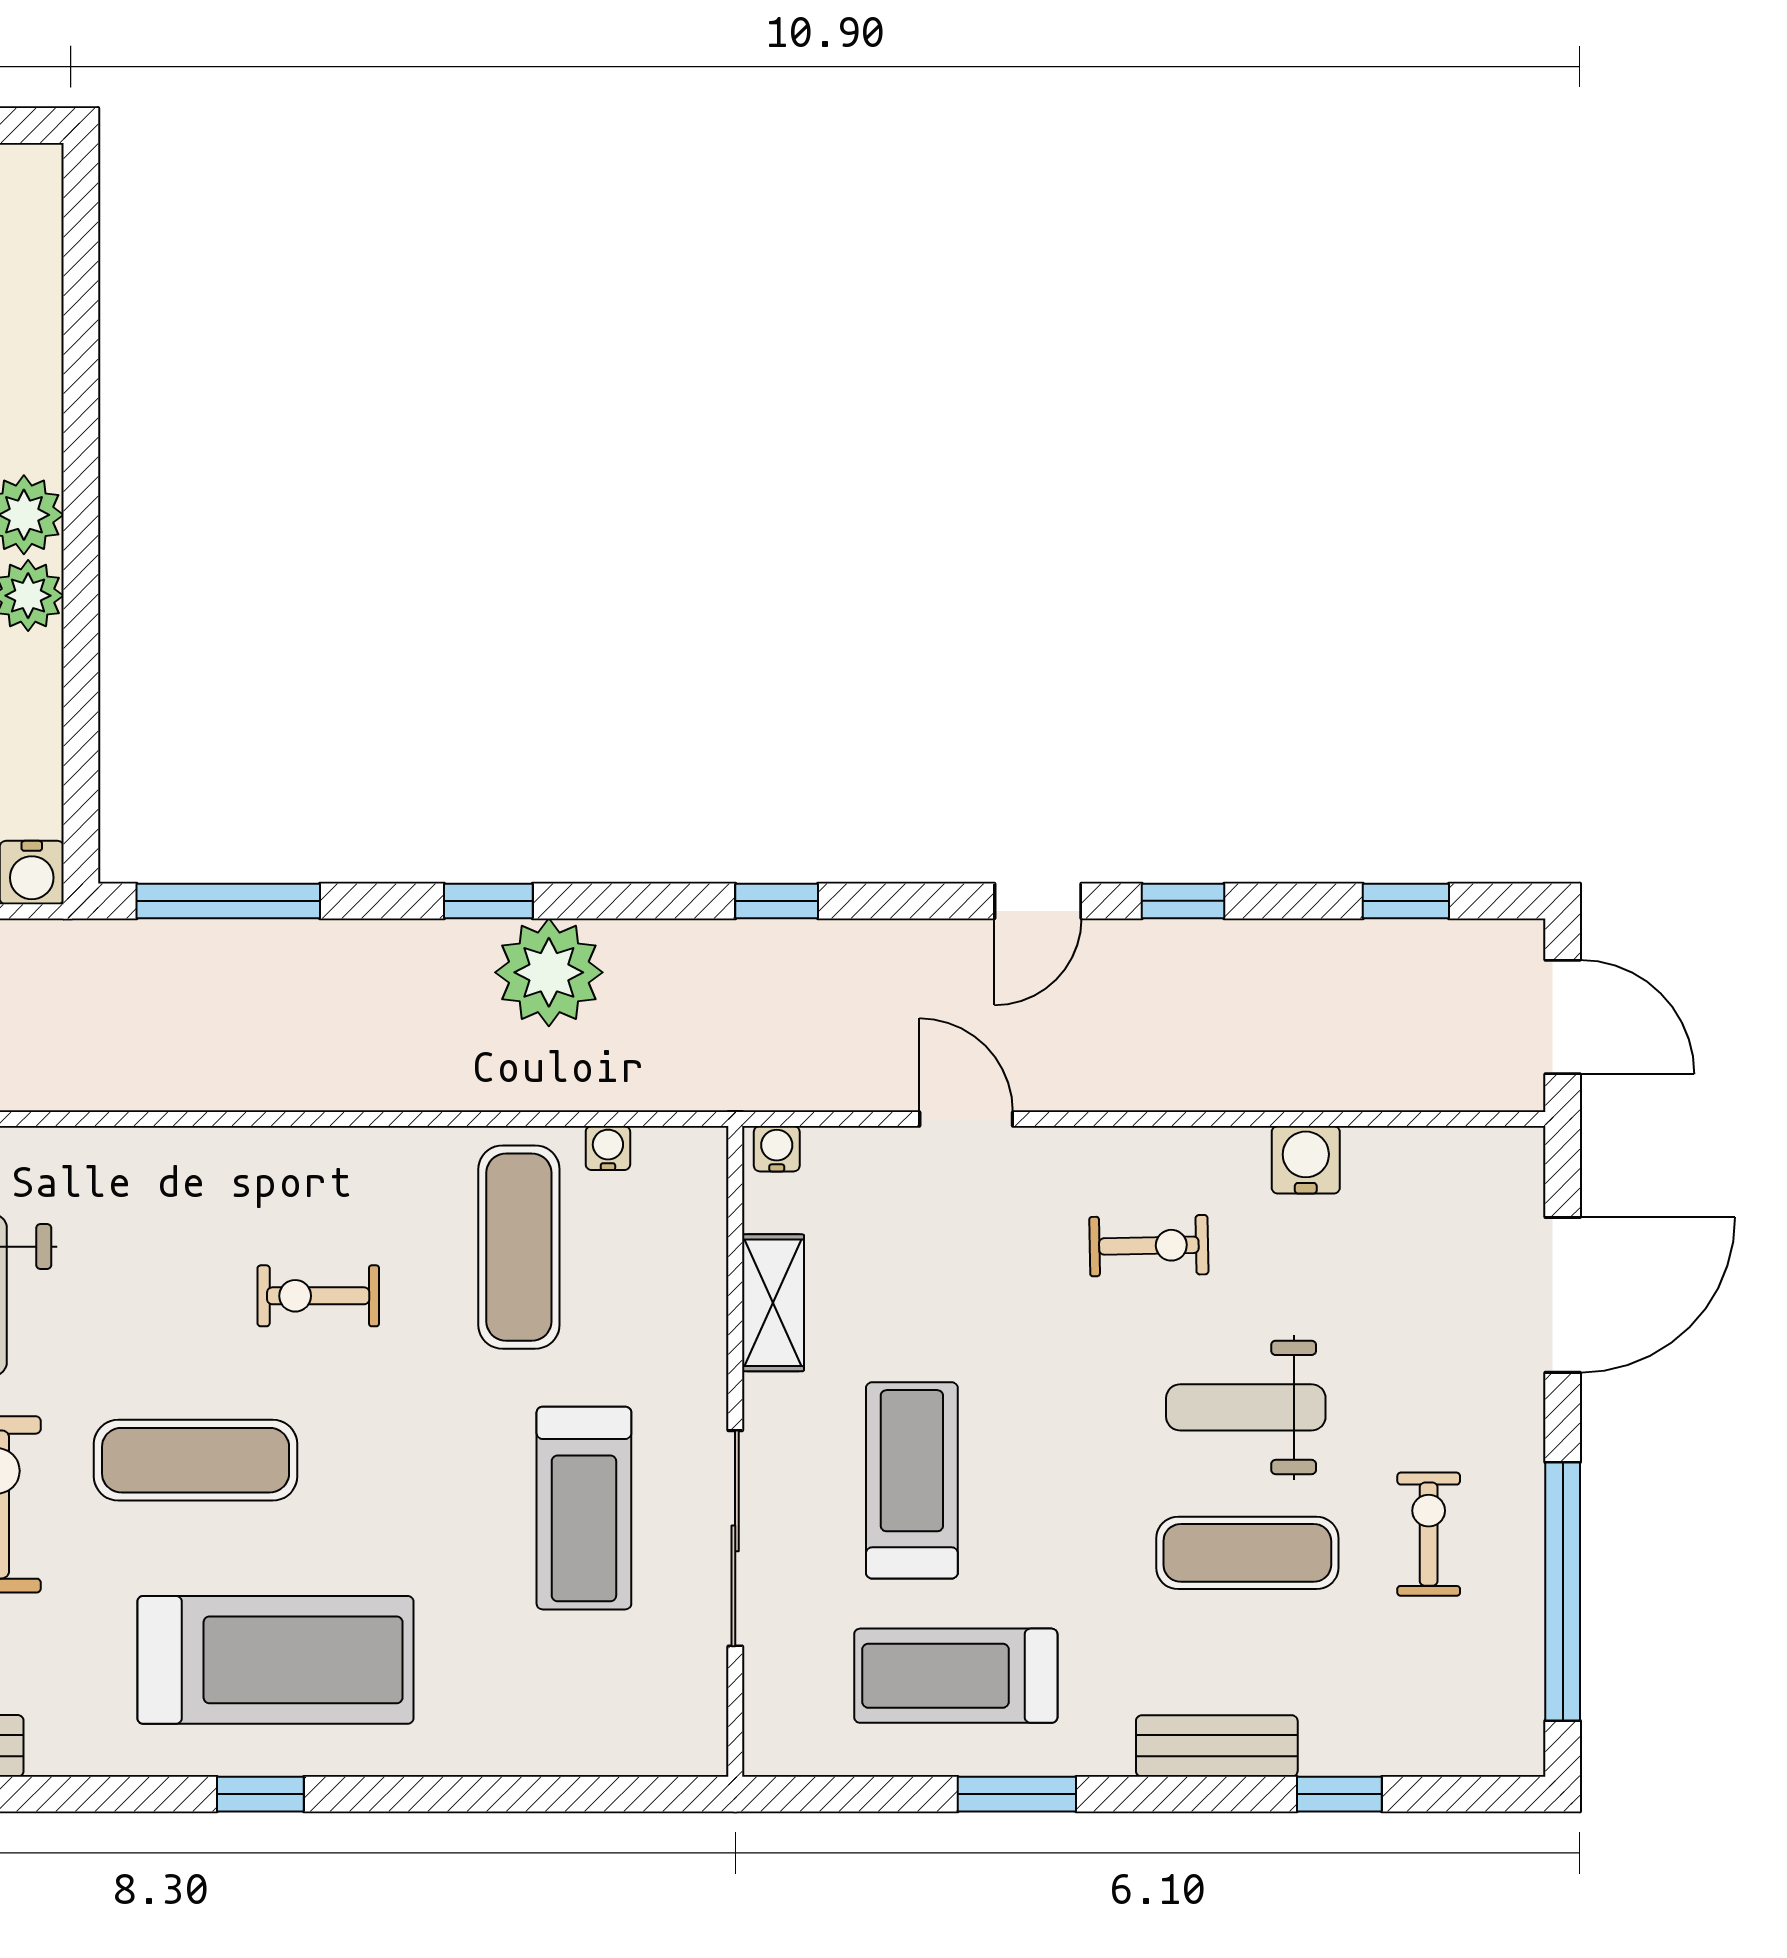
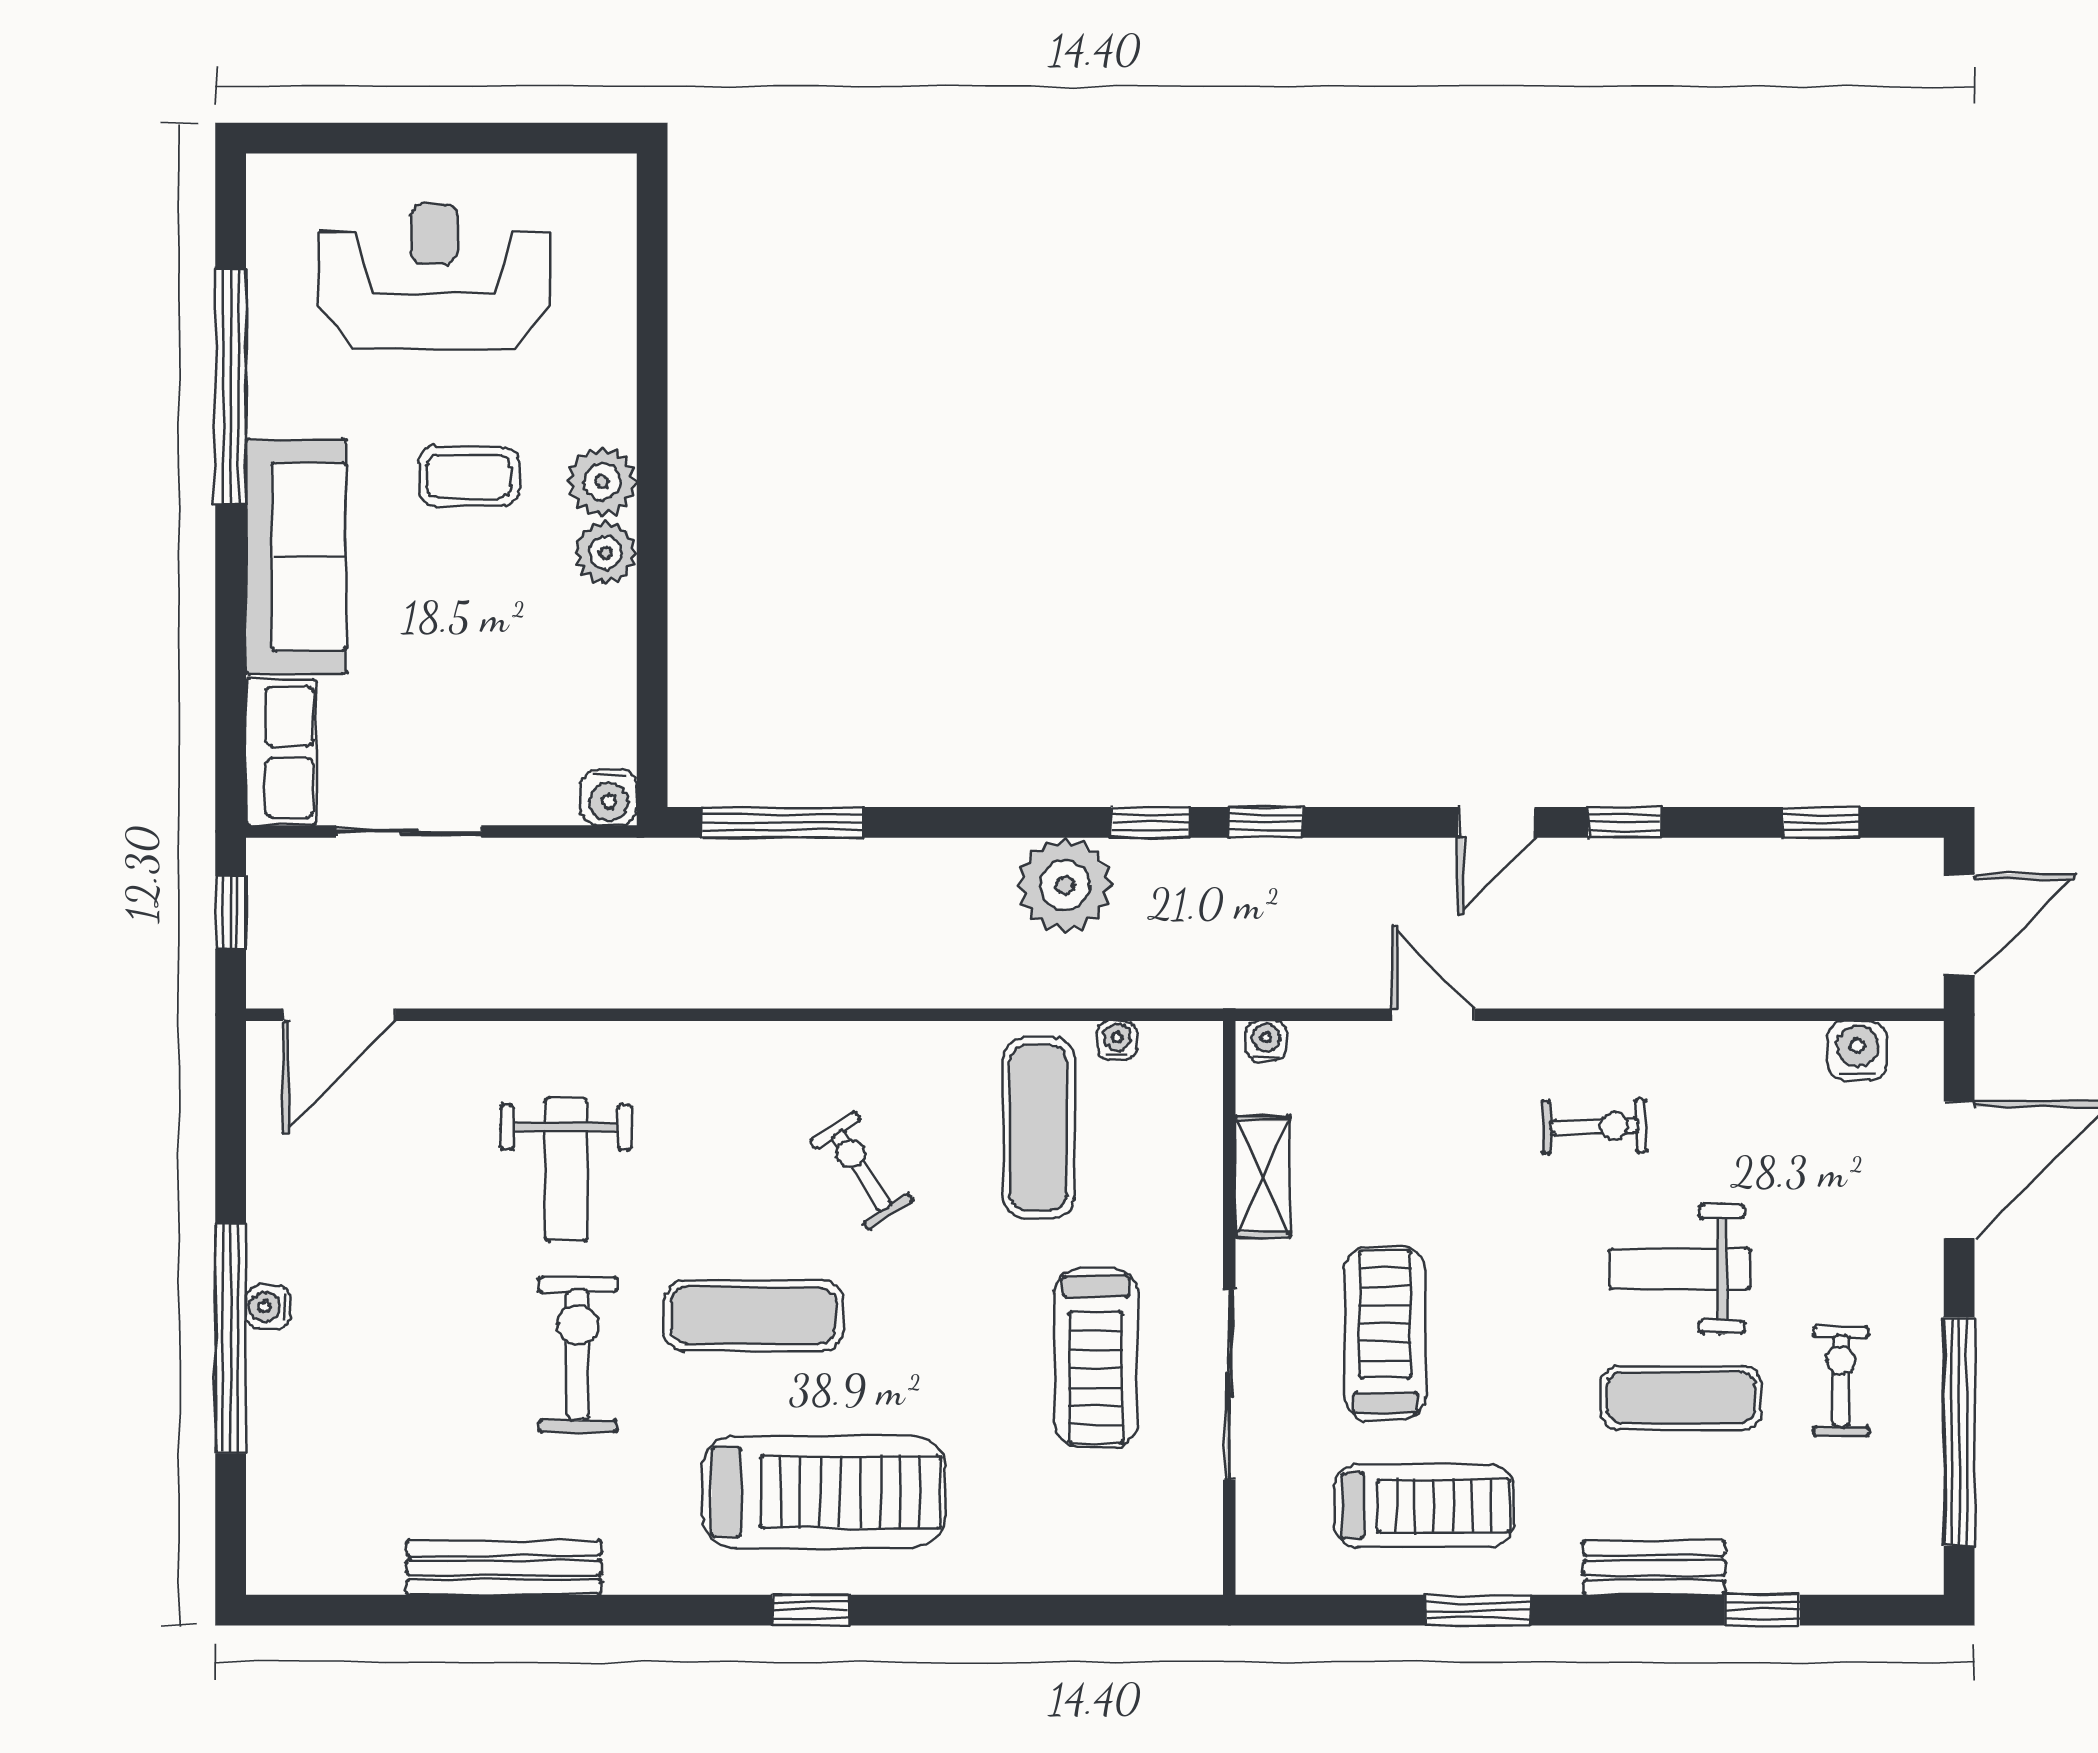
window: (488, 901) -> (1150, 822), moved
door: (1563, 1017) -> (1959, 925), hinge flipped
water cooler: (1306, 1160) -> (1857, 1051), moved
exercise bike: (318, 1296) -> (861, 1171), turned 57
treadmill: (956, 1676) -> (1424, 1506), turned 180

